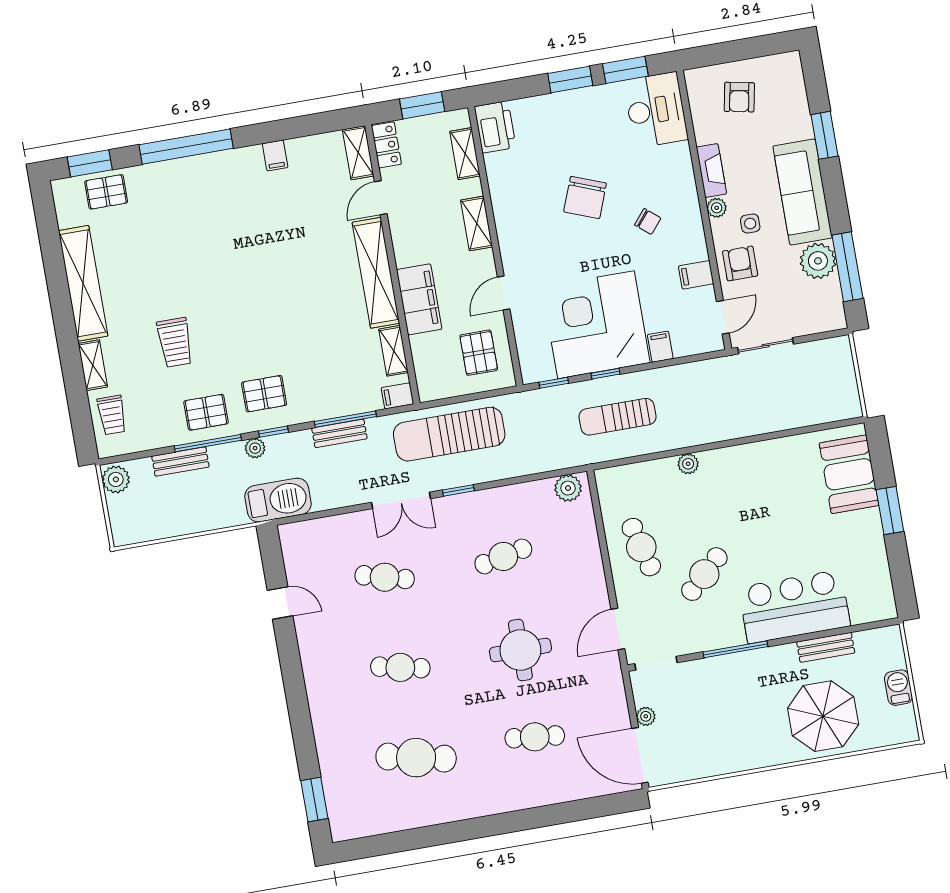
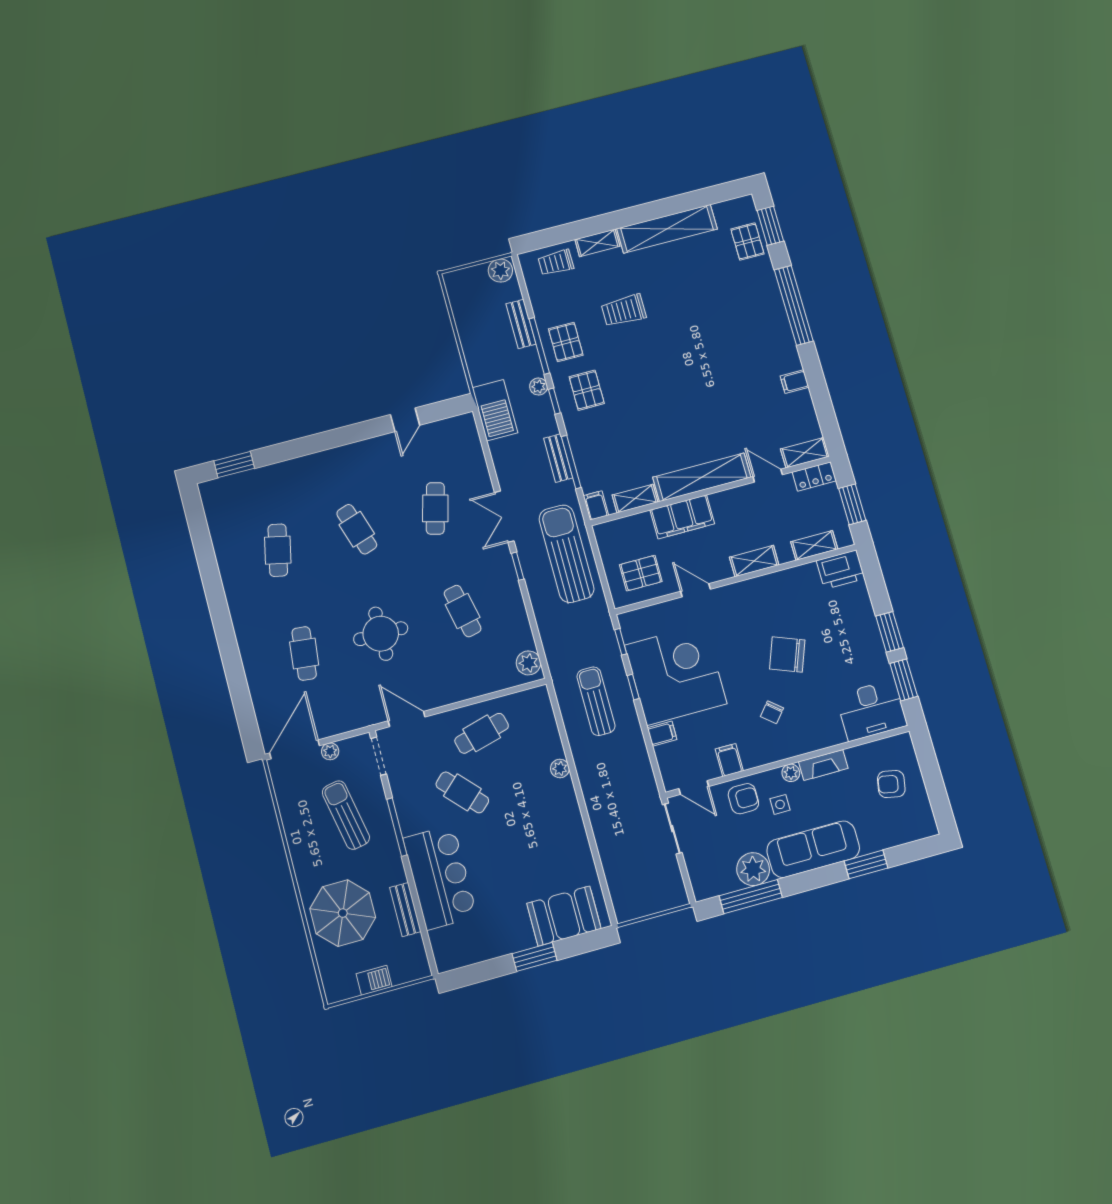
cafe table: (400, 667) -> (357, 529), turned -30
sun lounger: (717, 704) -> (346, 815), added
cafe table: (416, 758) -> (278, 550), width x0.73, depth x0.74

